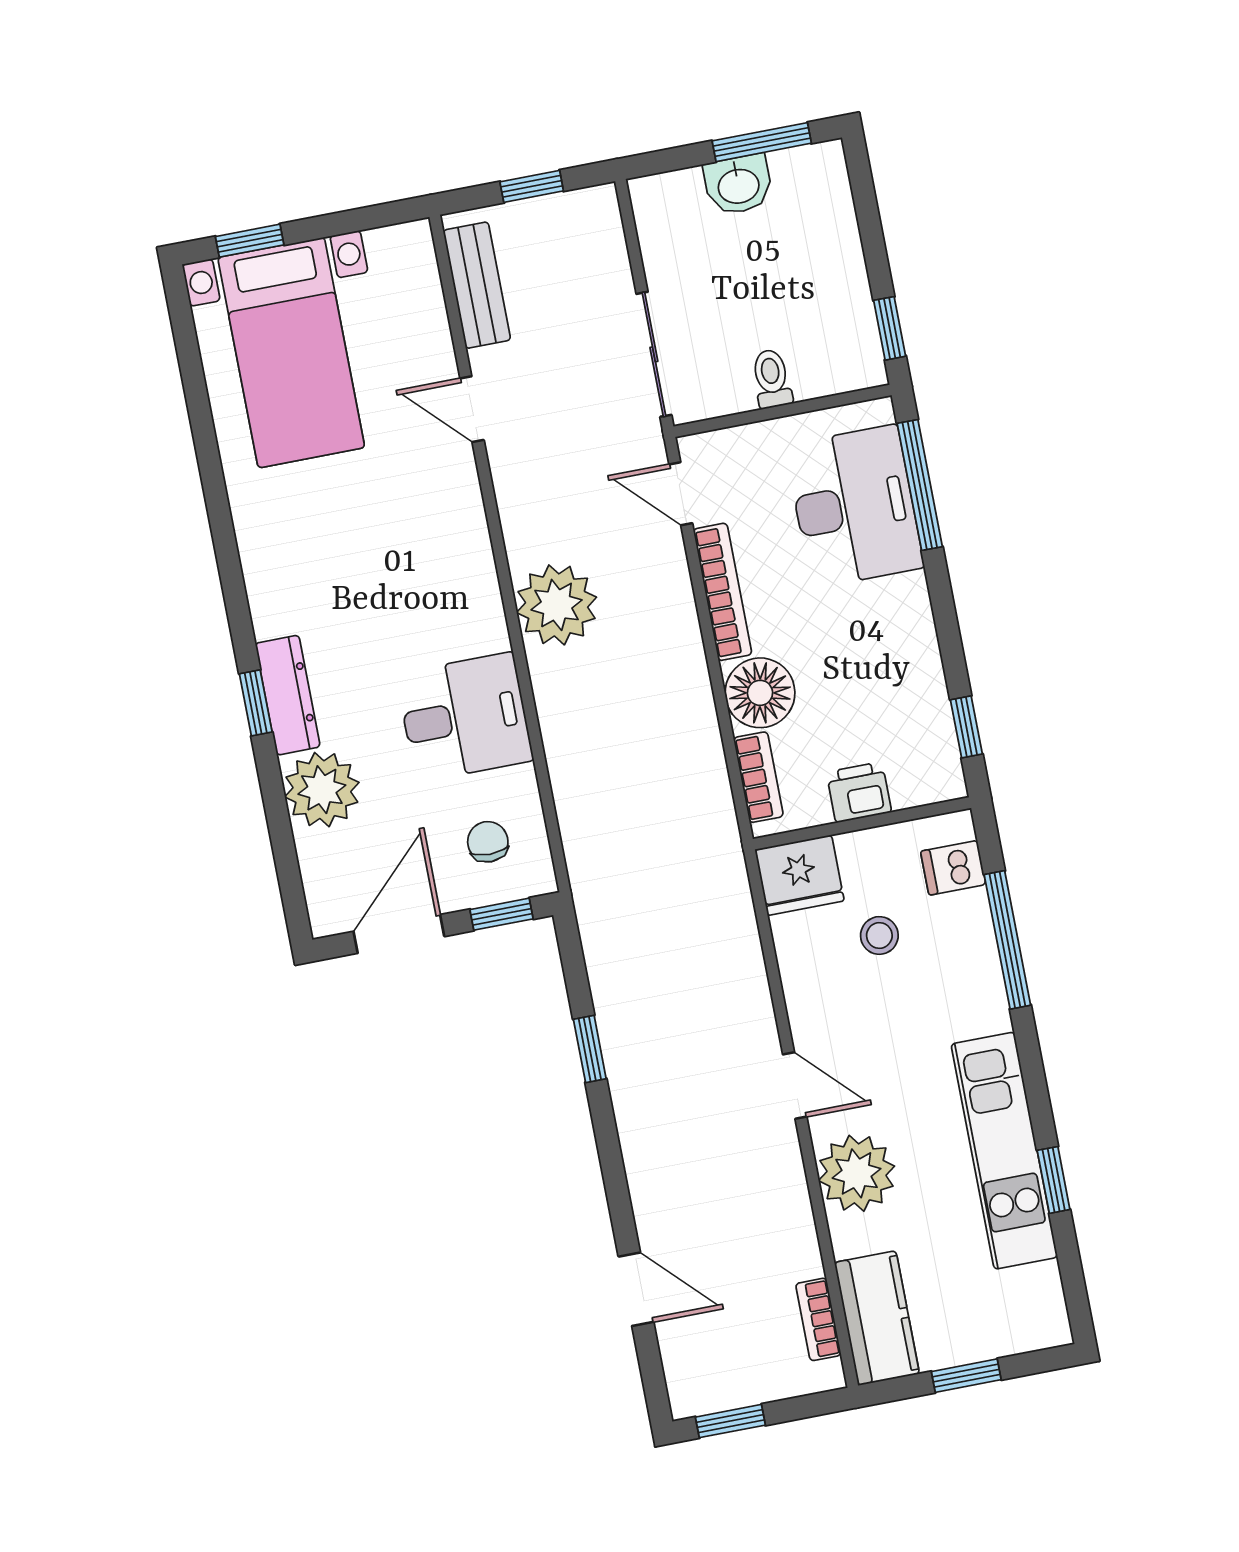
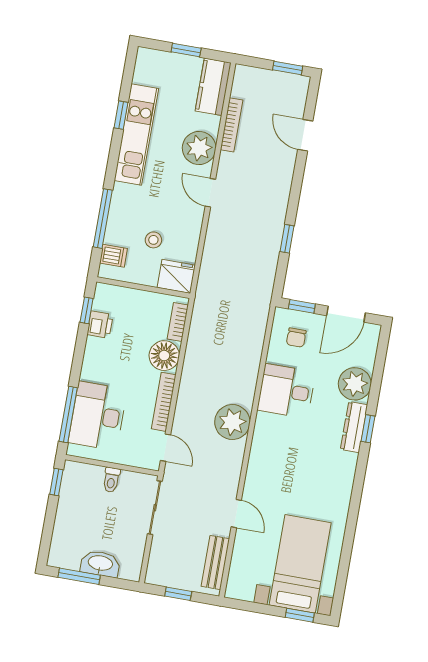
washbasin: (738, 185) -> (100, 564), width x1.38
printer: (859, 792) -> (100, 325), moved, turned -90
bookcase: (818, 1319) -> (232, 125), moved, width x1.56

